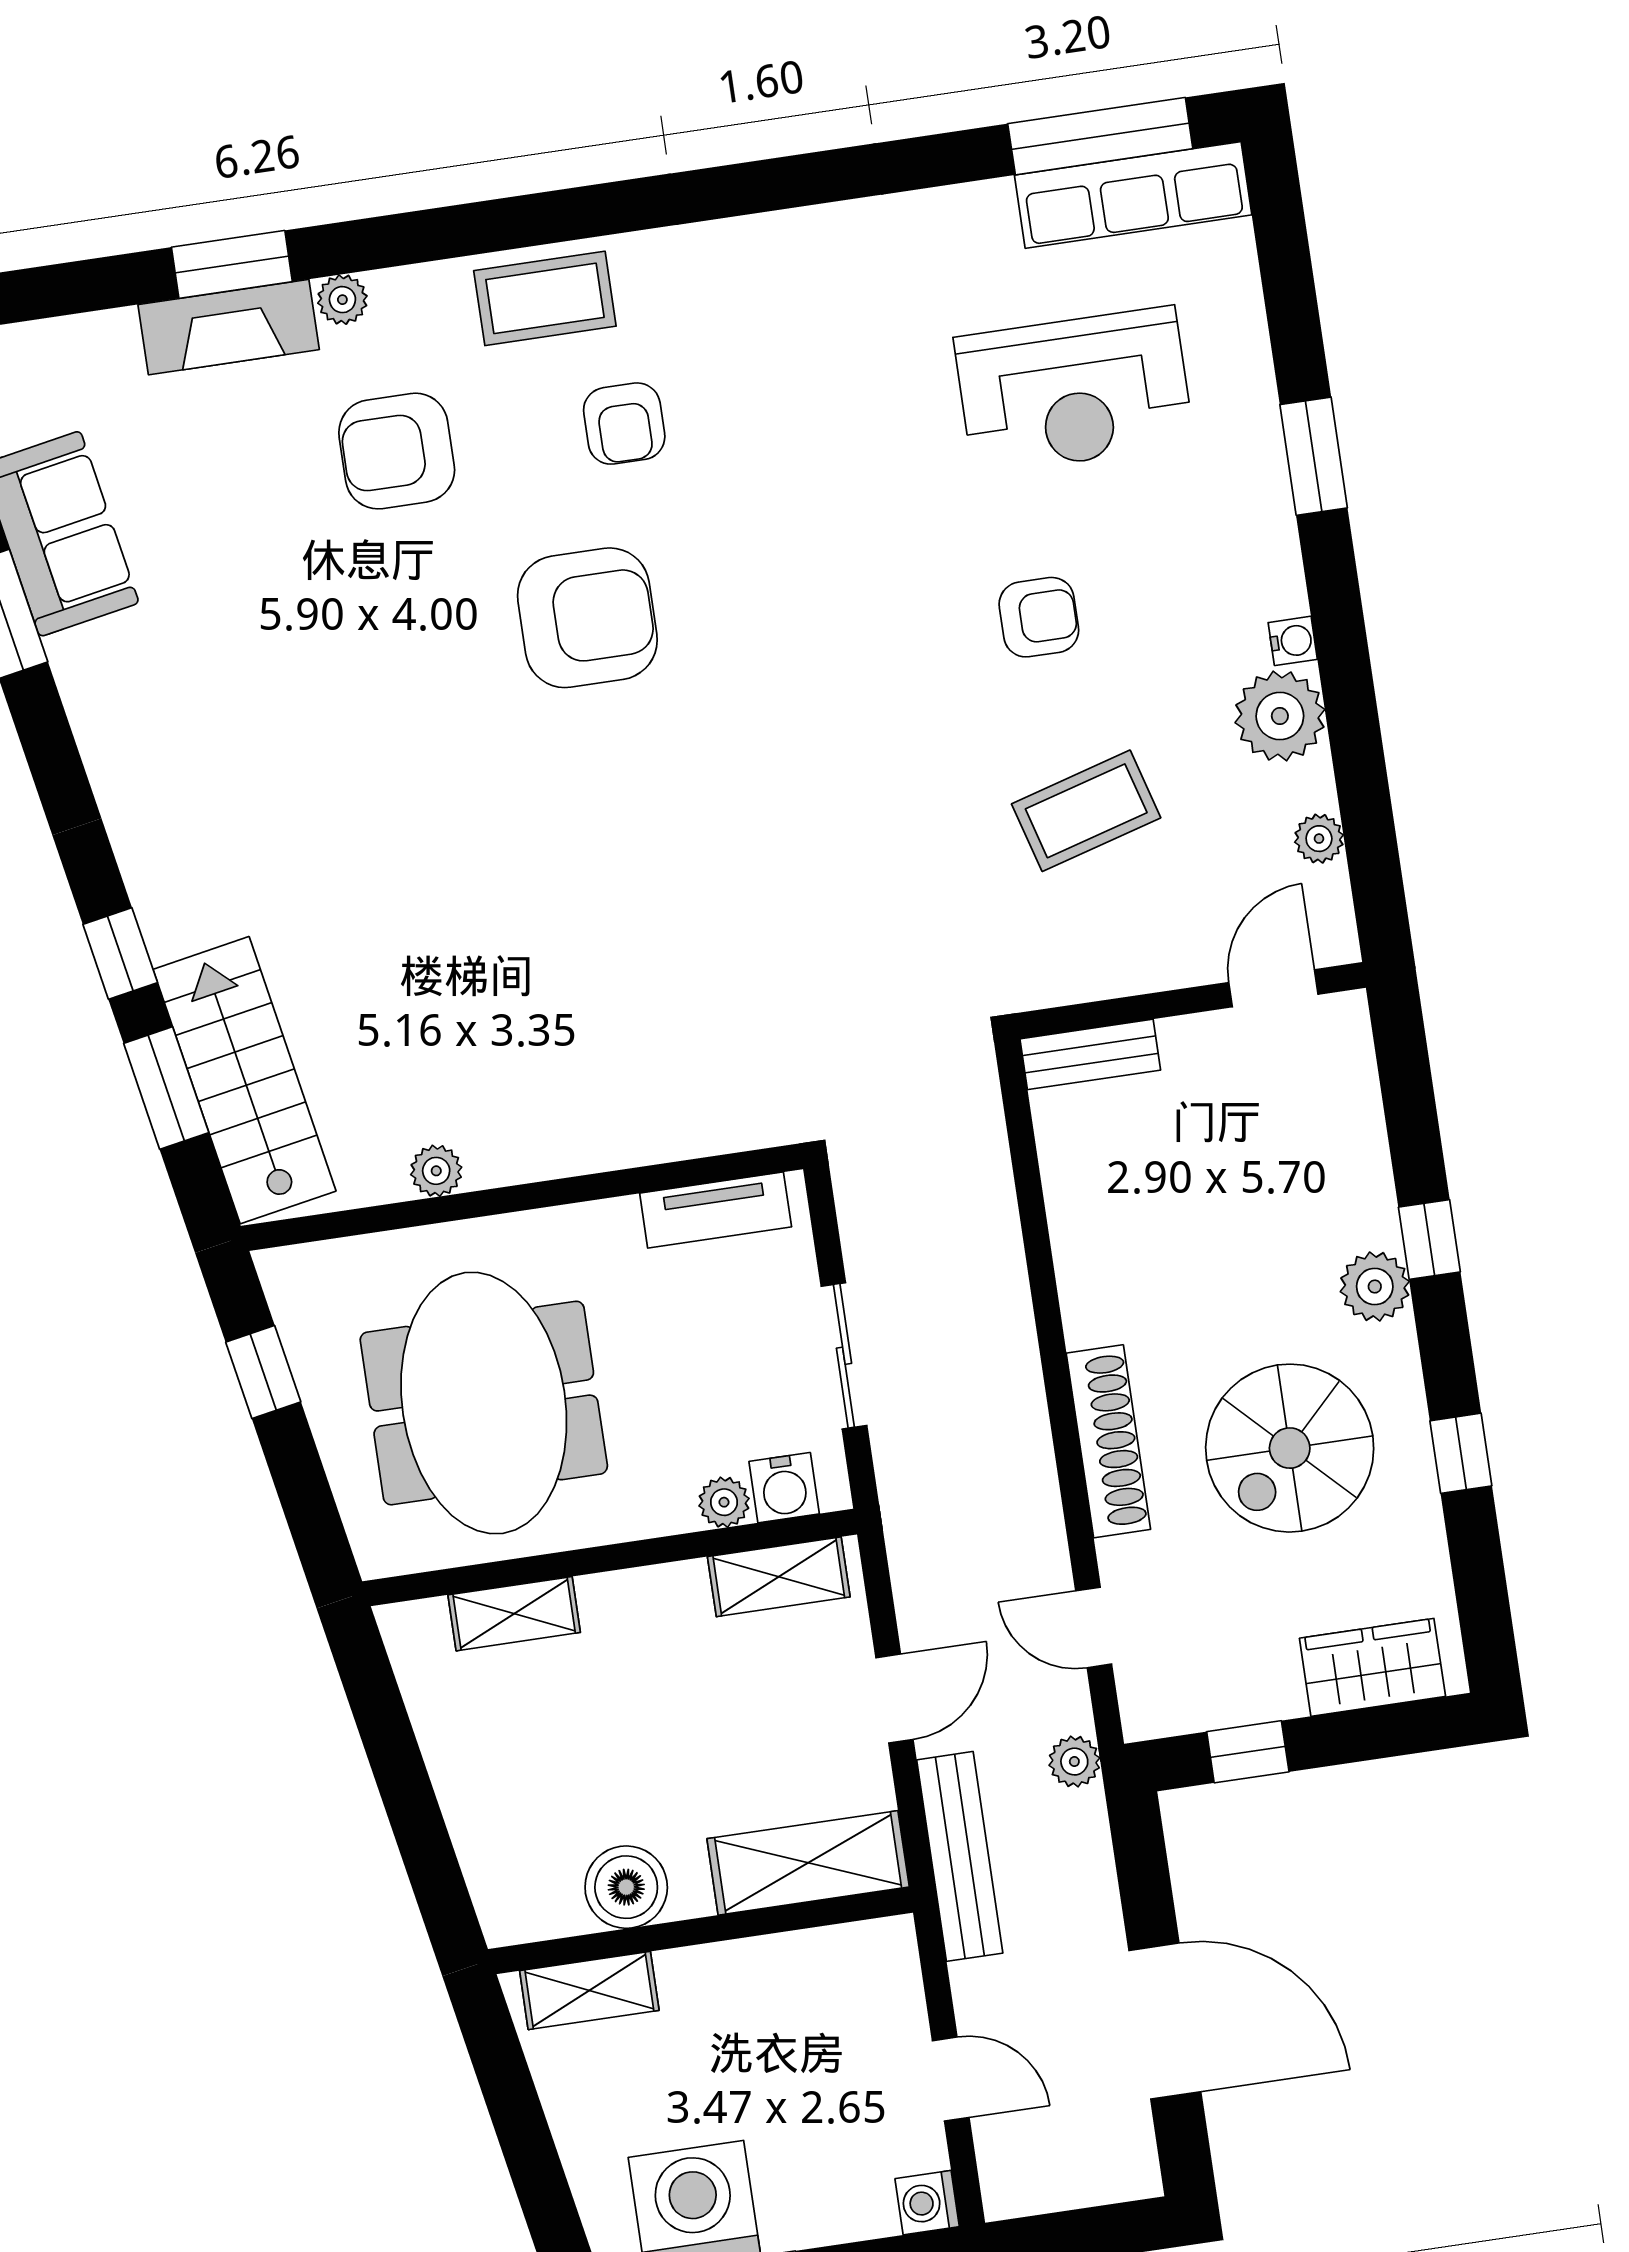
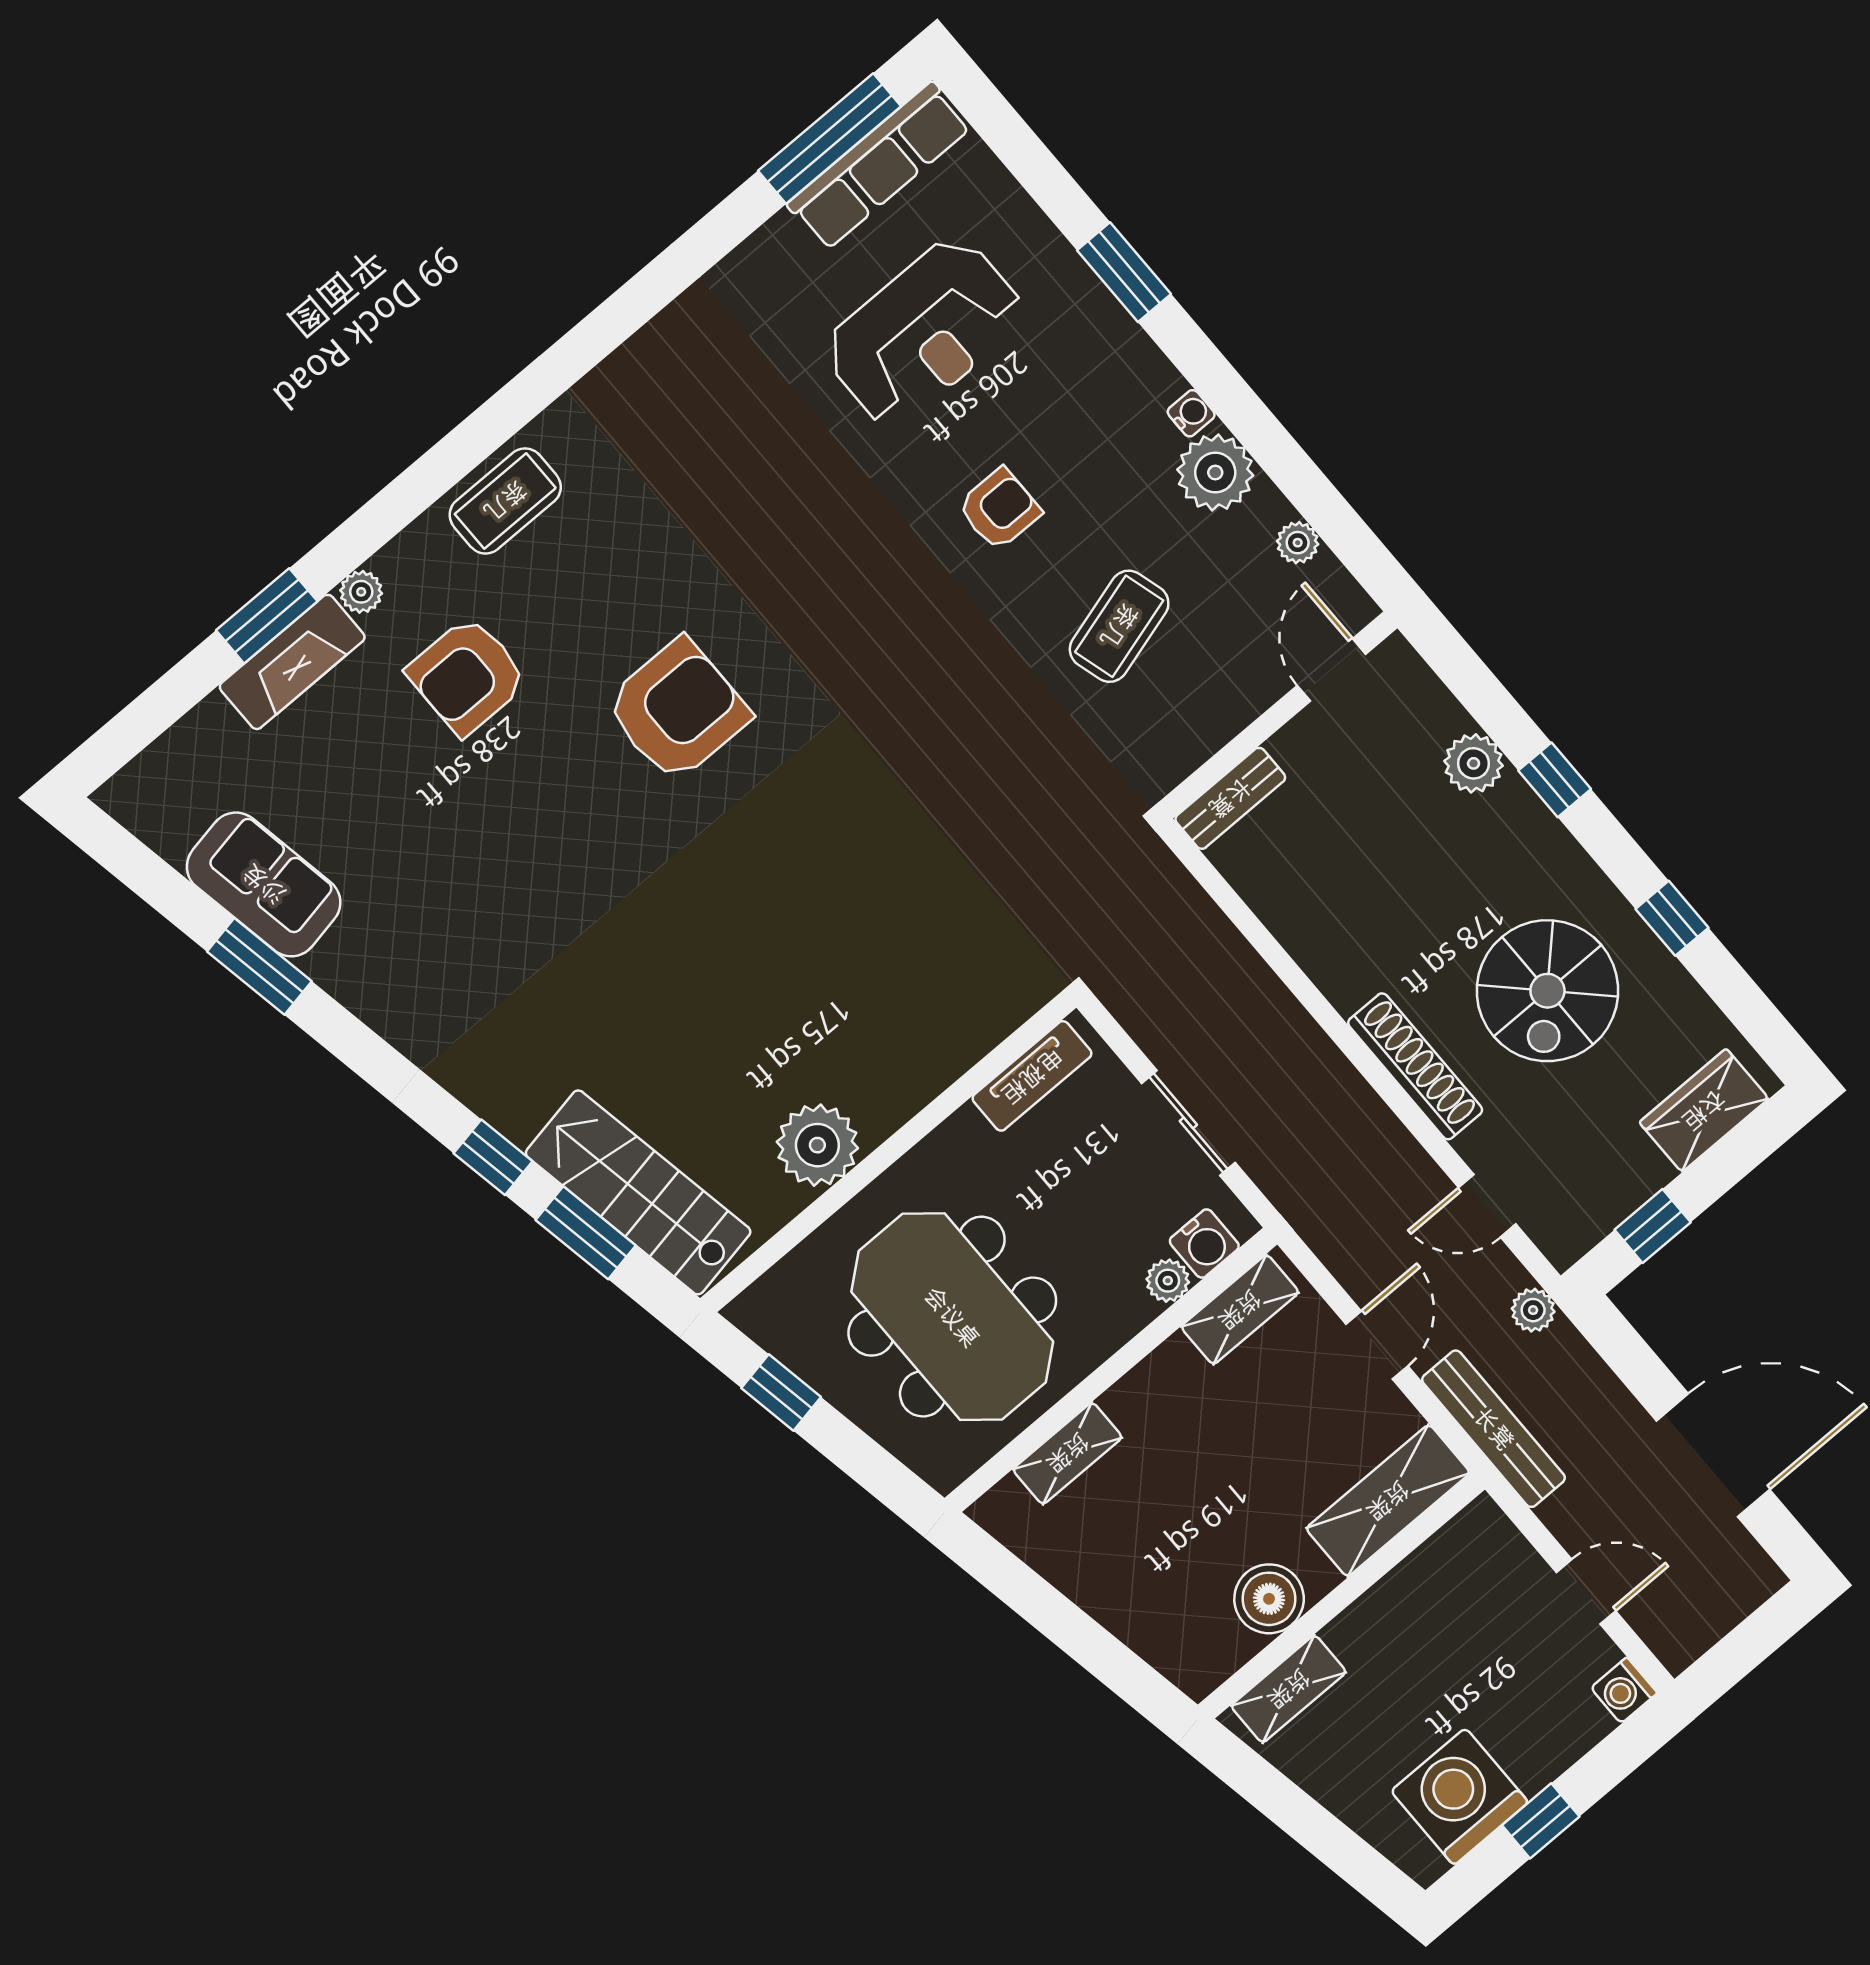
armchair: (624, 424) -> (617, 555), removed
plant: (436, 1171) -> (817, 1145), width x1.87, depth x1.87
plant: (1375, 1287) -> (1474, 763), moved

